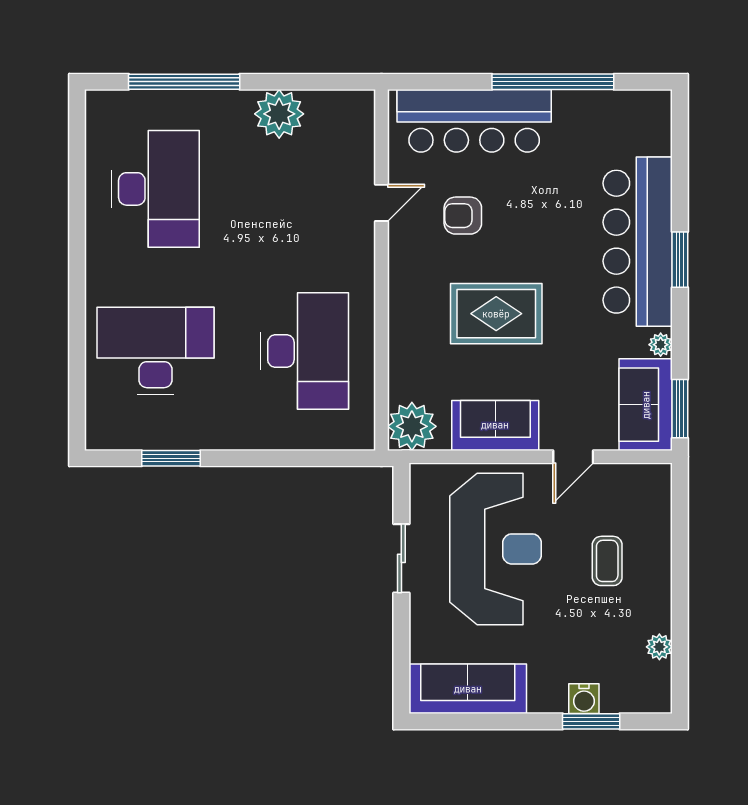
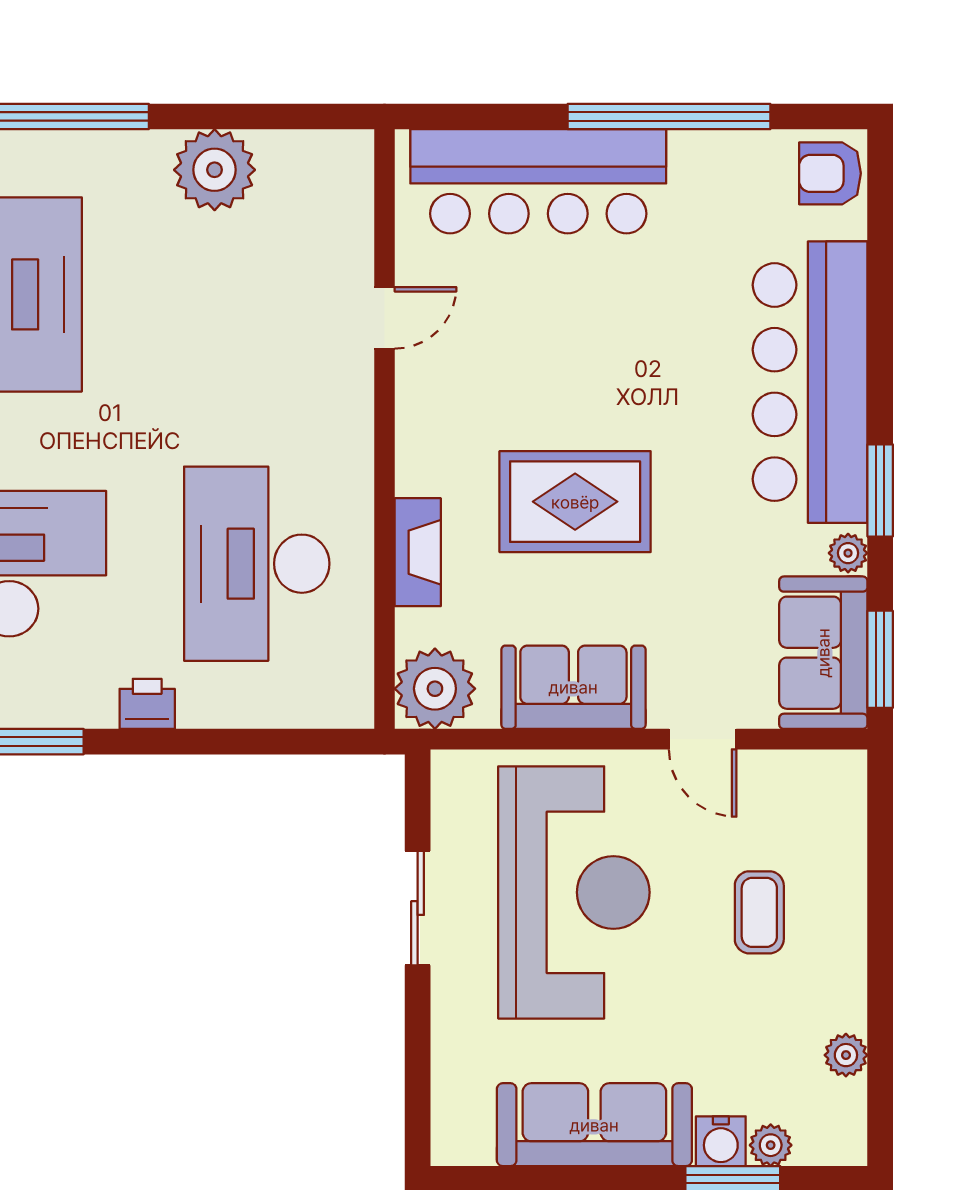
armchair: (463, 216) -> (830, 173), moved
window: (680, 260) -> (880, 490), moved
fireplace: (402, 344) -> (418, 552), added
desk: (305, 351) -> (257, 564), turned 180
printer: (239, 435) -> (147, 704), added
door: (573, 457) -> (703, 739), hinge flipped
sofa: (468, 689) -> (594, 1125), moved
plant: (614, 701) -> (771, 1145), added

